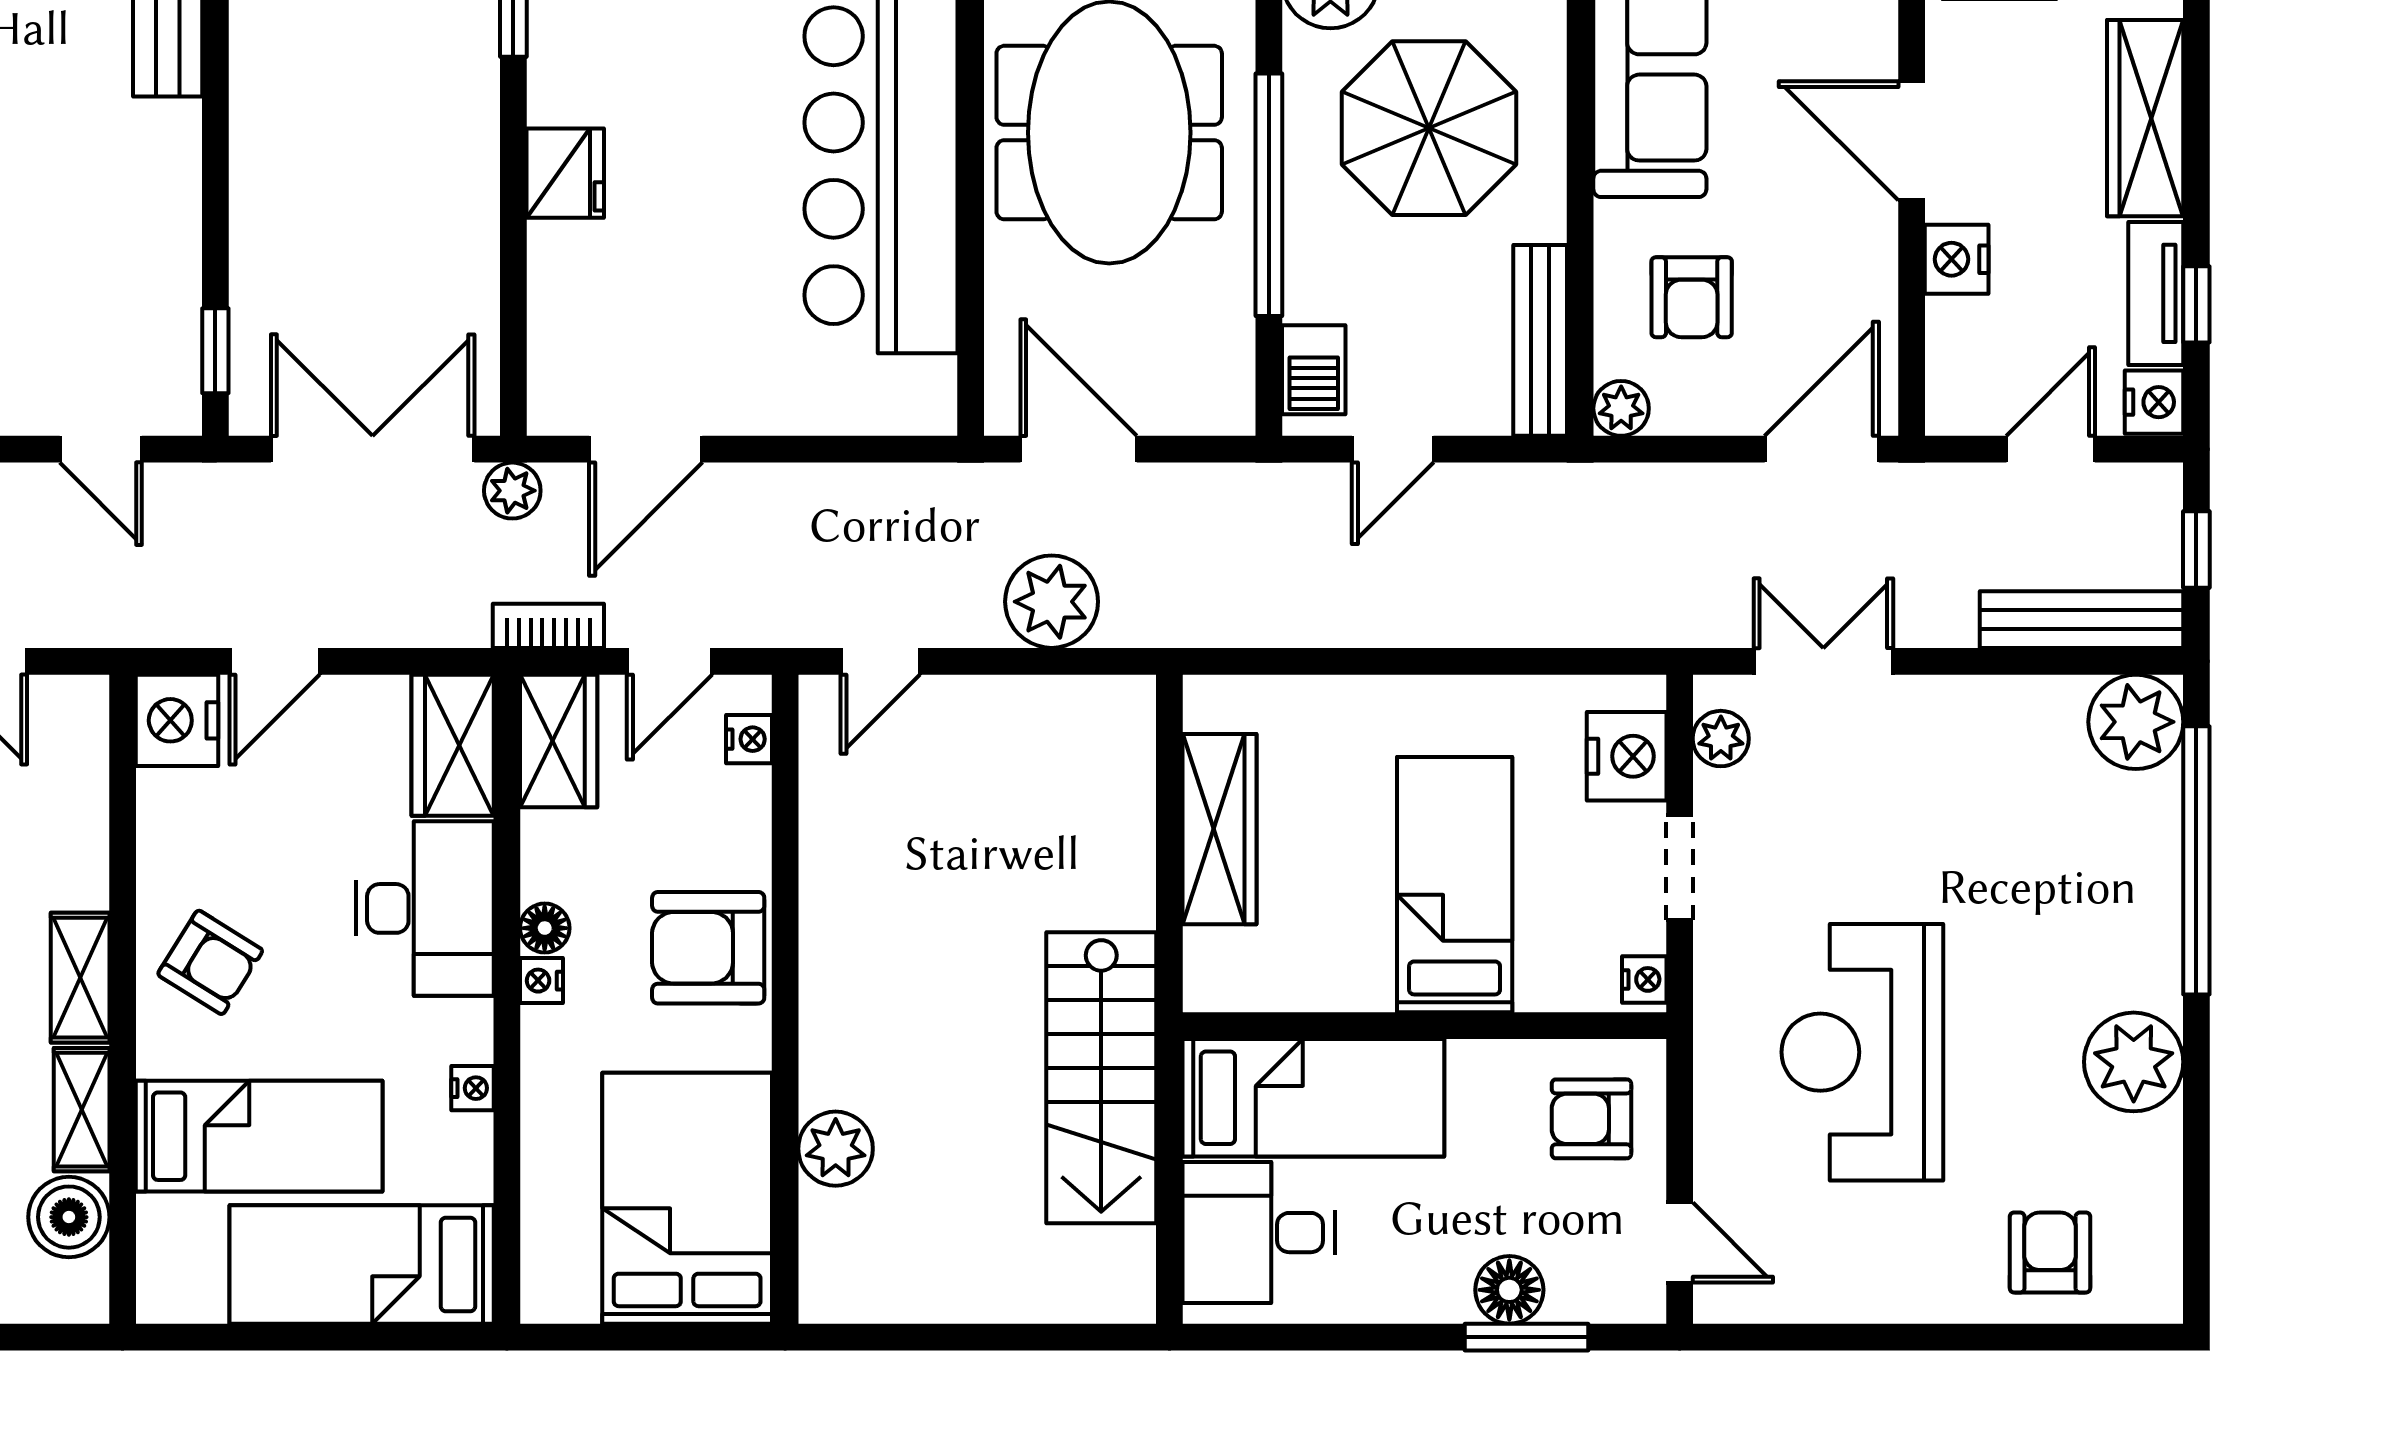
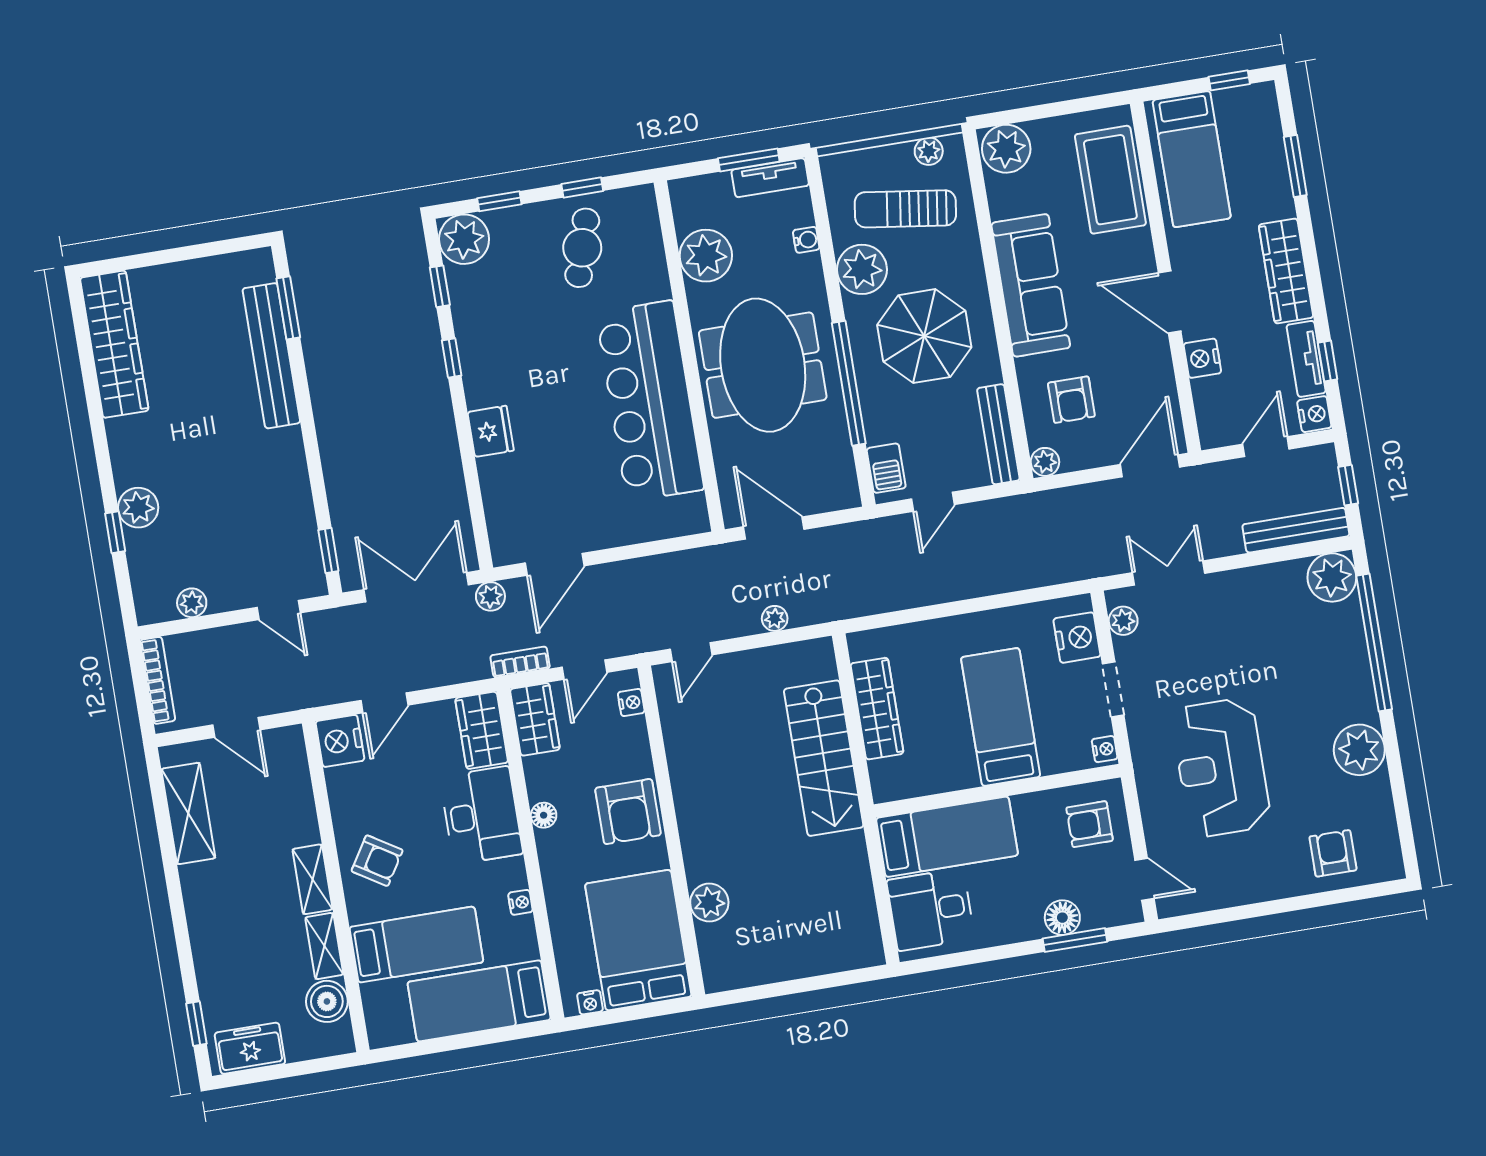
plant: (1052, 602) -> (775, 618), width x0.53, depth x0.53
armchair: (708, 948) -> (628, 812), turned -90
nightstand: (541, 981) -> (590, 1002), moved, turned -90
stairs: (1101, 1078) -> (824, 758), moved

